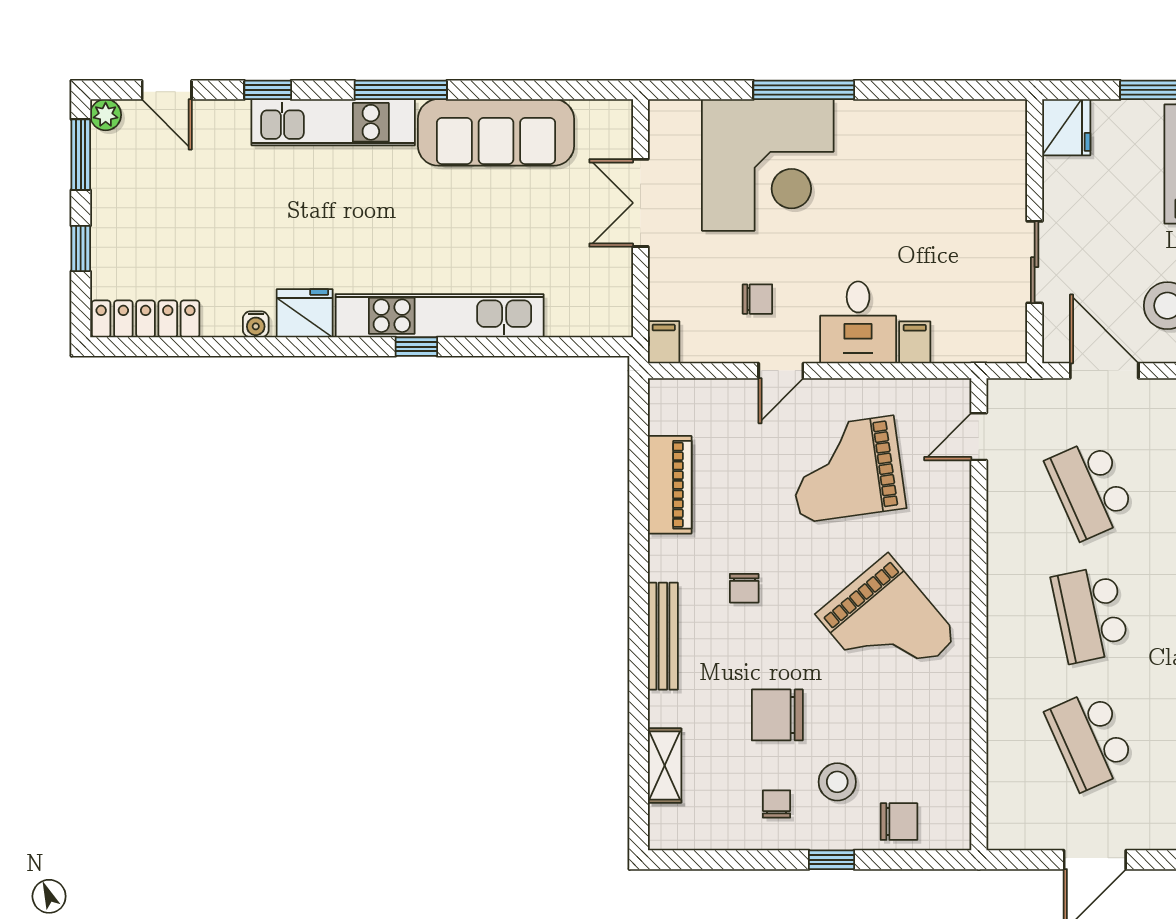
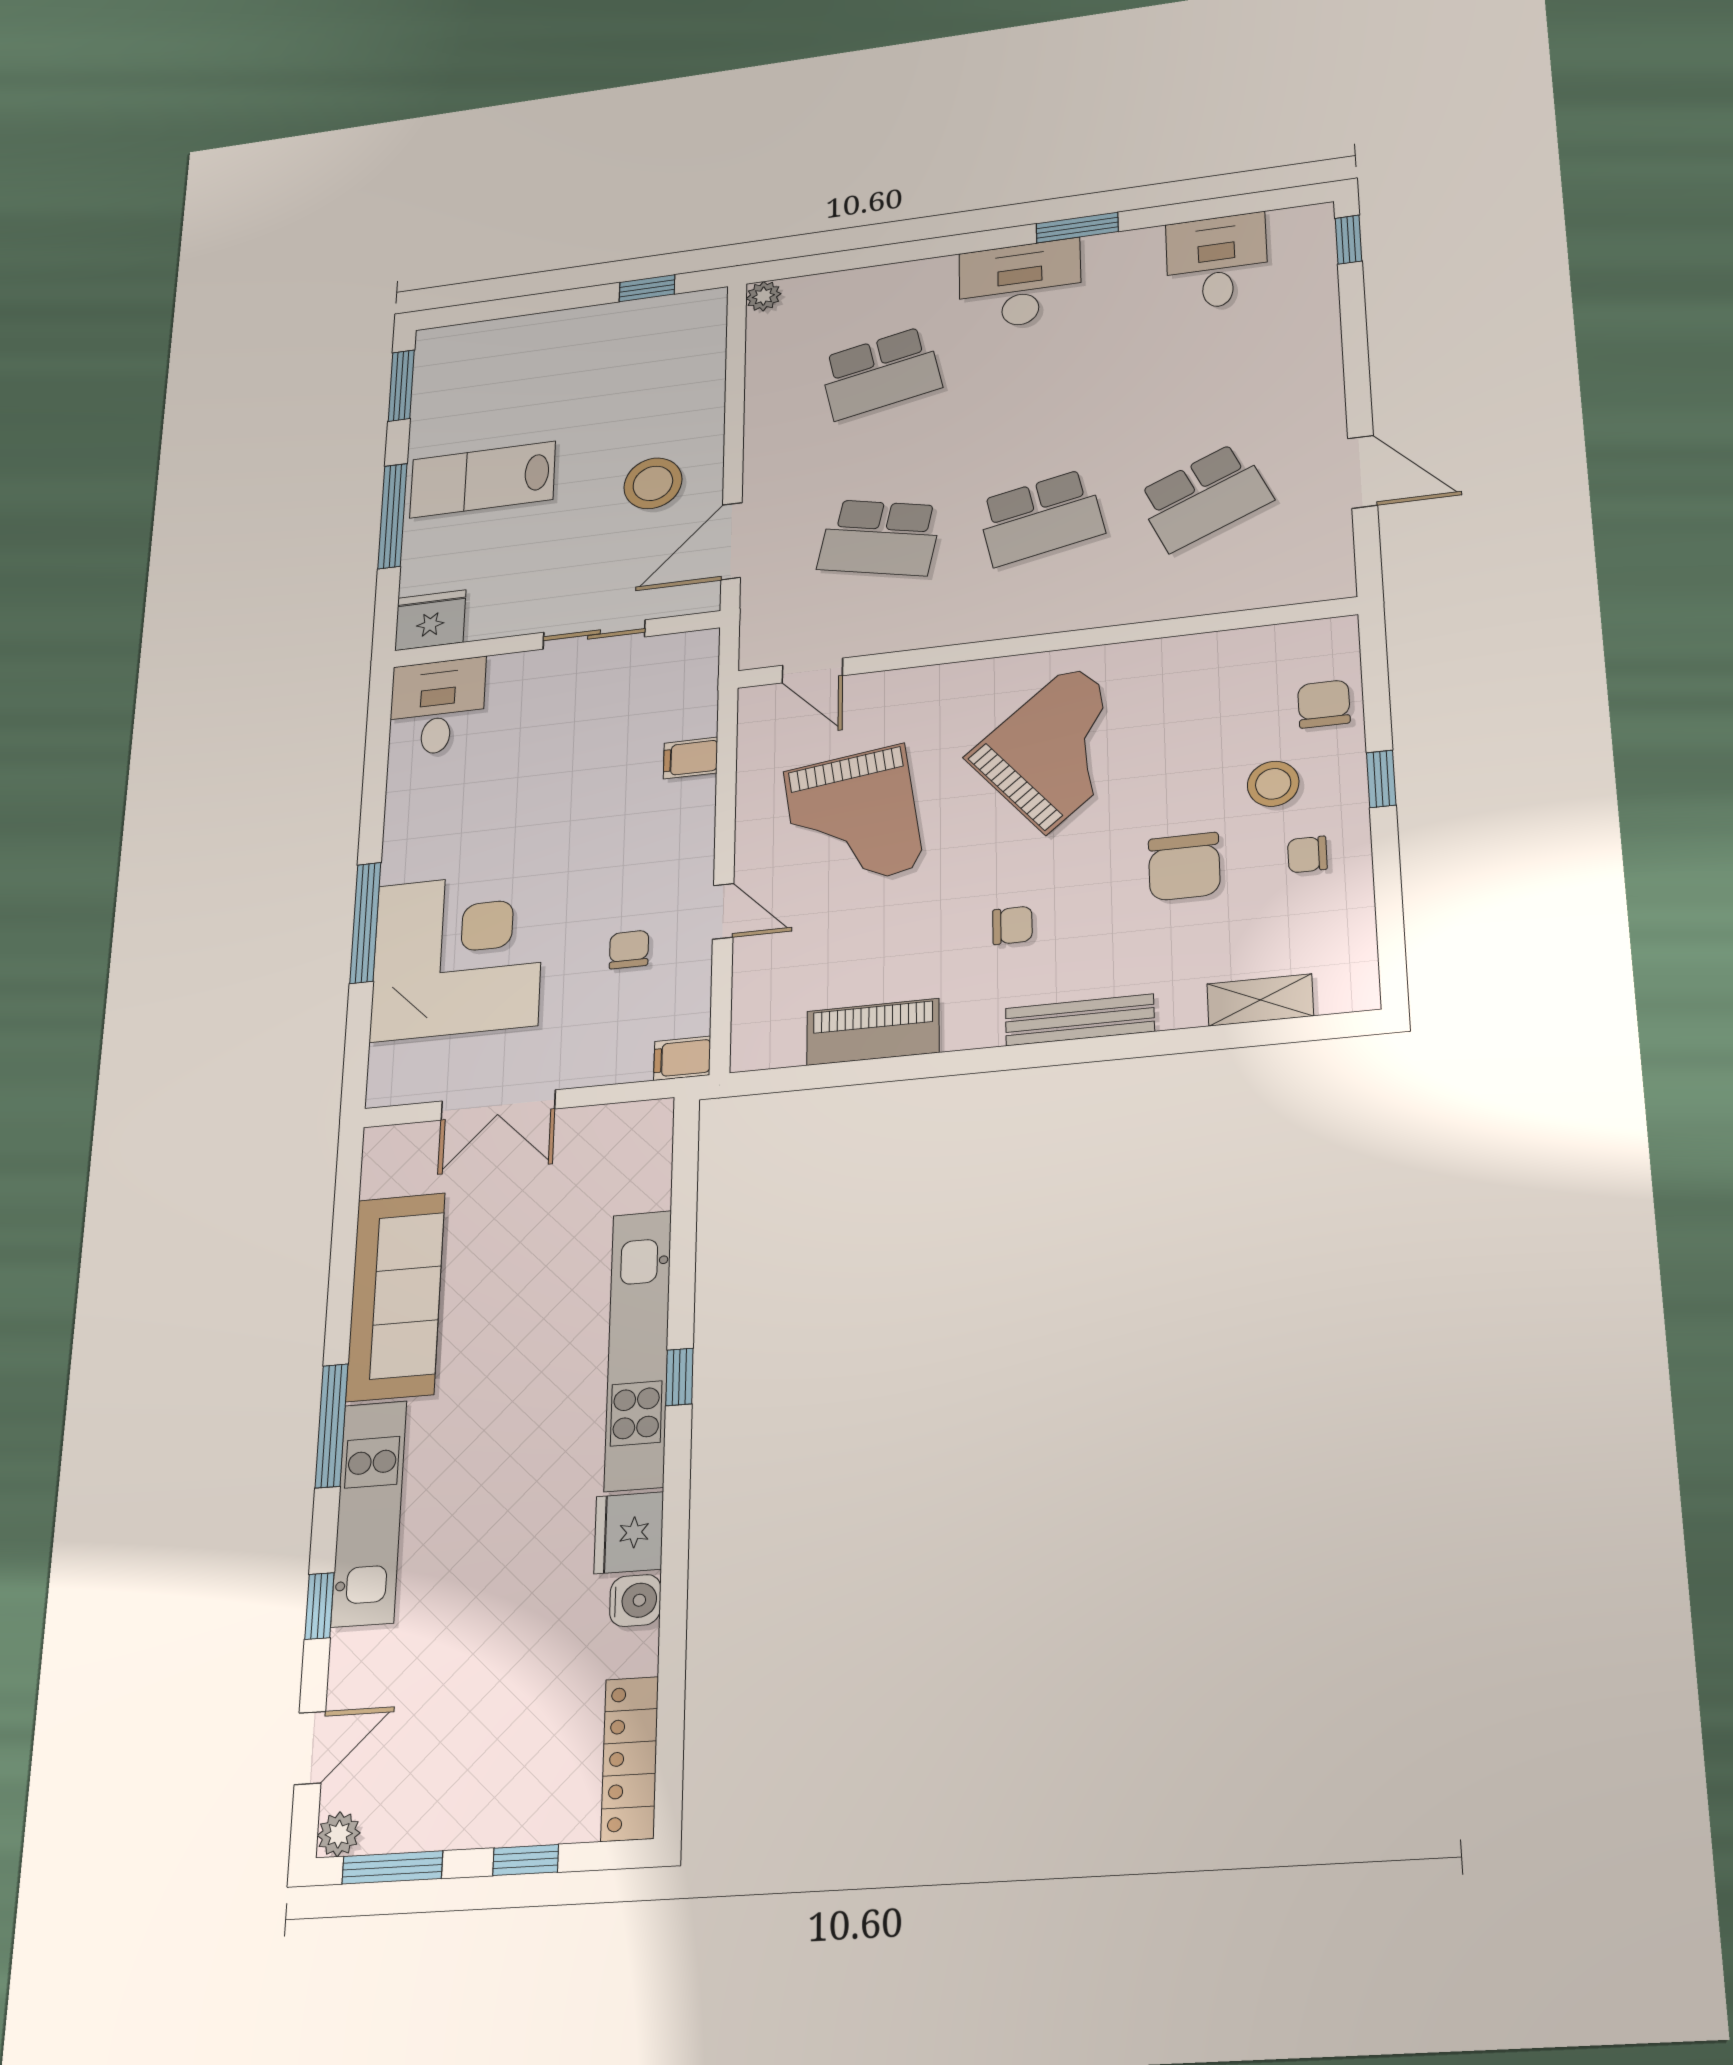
desk: (858, 322) -> (437, 707), moved, turned -90
water cooler: (256, 324) -> (635, 1600), width x1.38, depth x1.38
school desk: (1090, 489) -> (880, 538), turned 36

